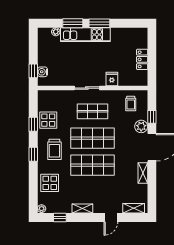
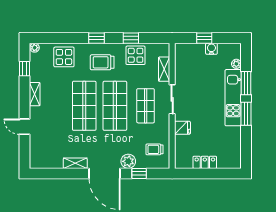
window: (33, 71) -> (204, 38), moved
water cooler: (43, 72) -> (211, 49), moved
shelving: (134, 208) -> (164, 69), moved

